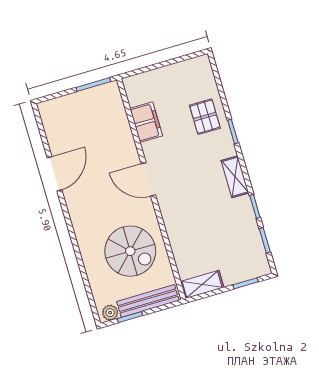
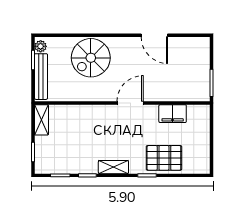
pallet: (205, 117) -> (164, 158), width x1.50, depth x1.42
spiral stairs: (130, 251) -> (91, 58), moved

